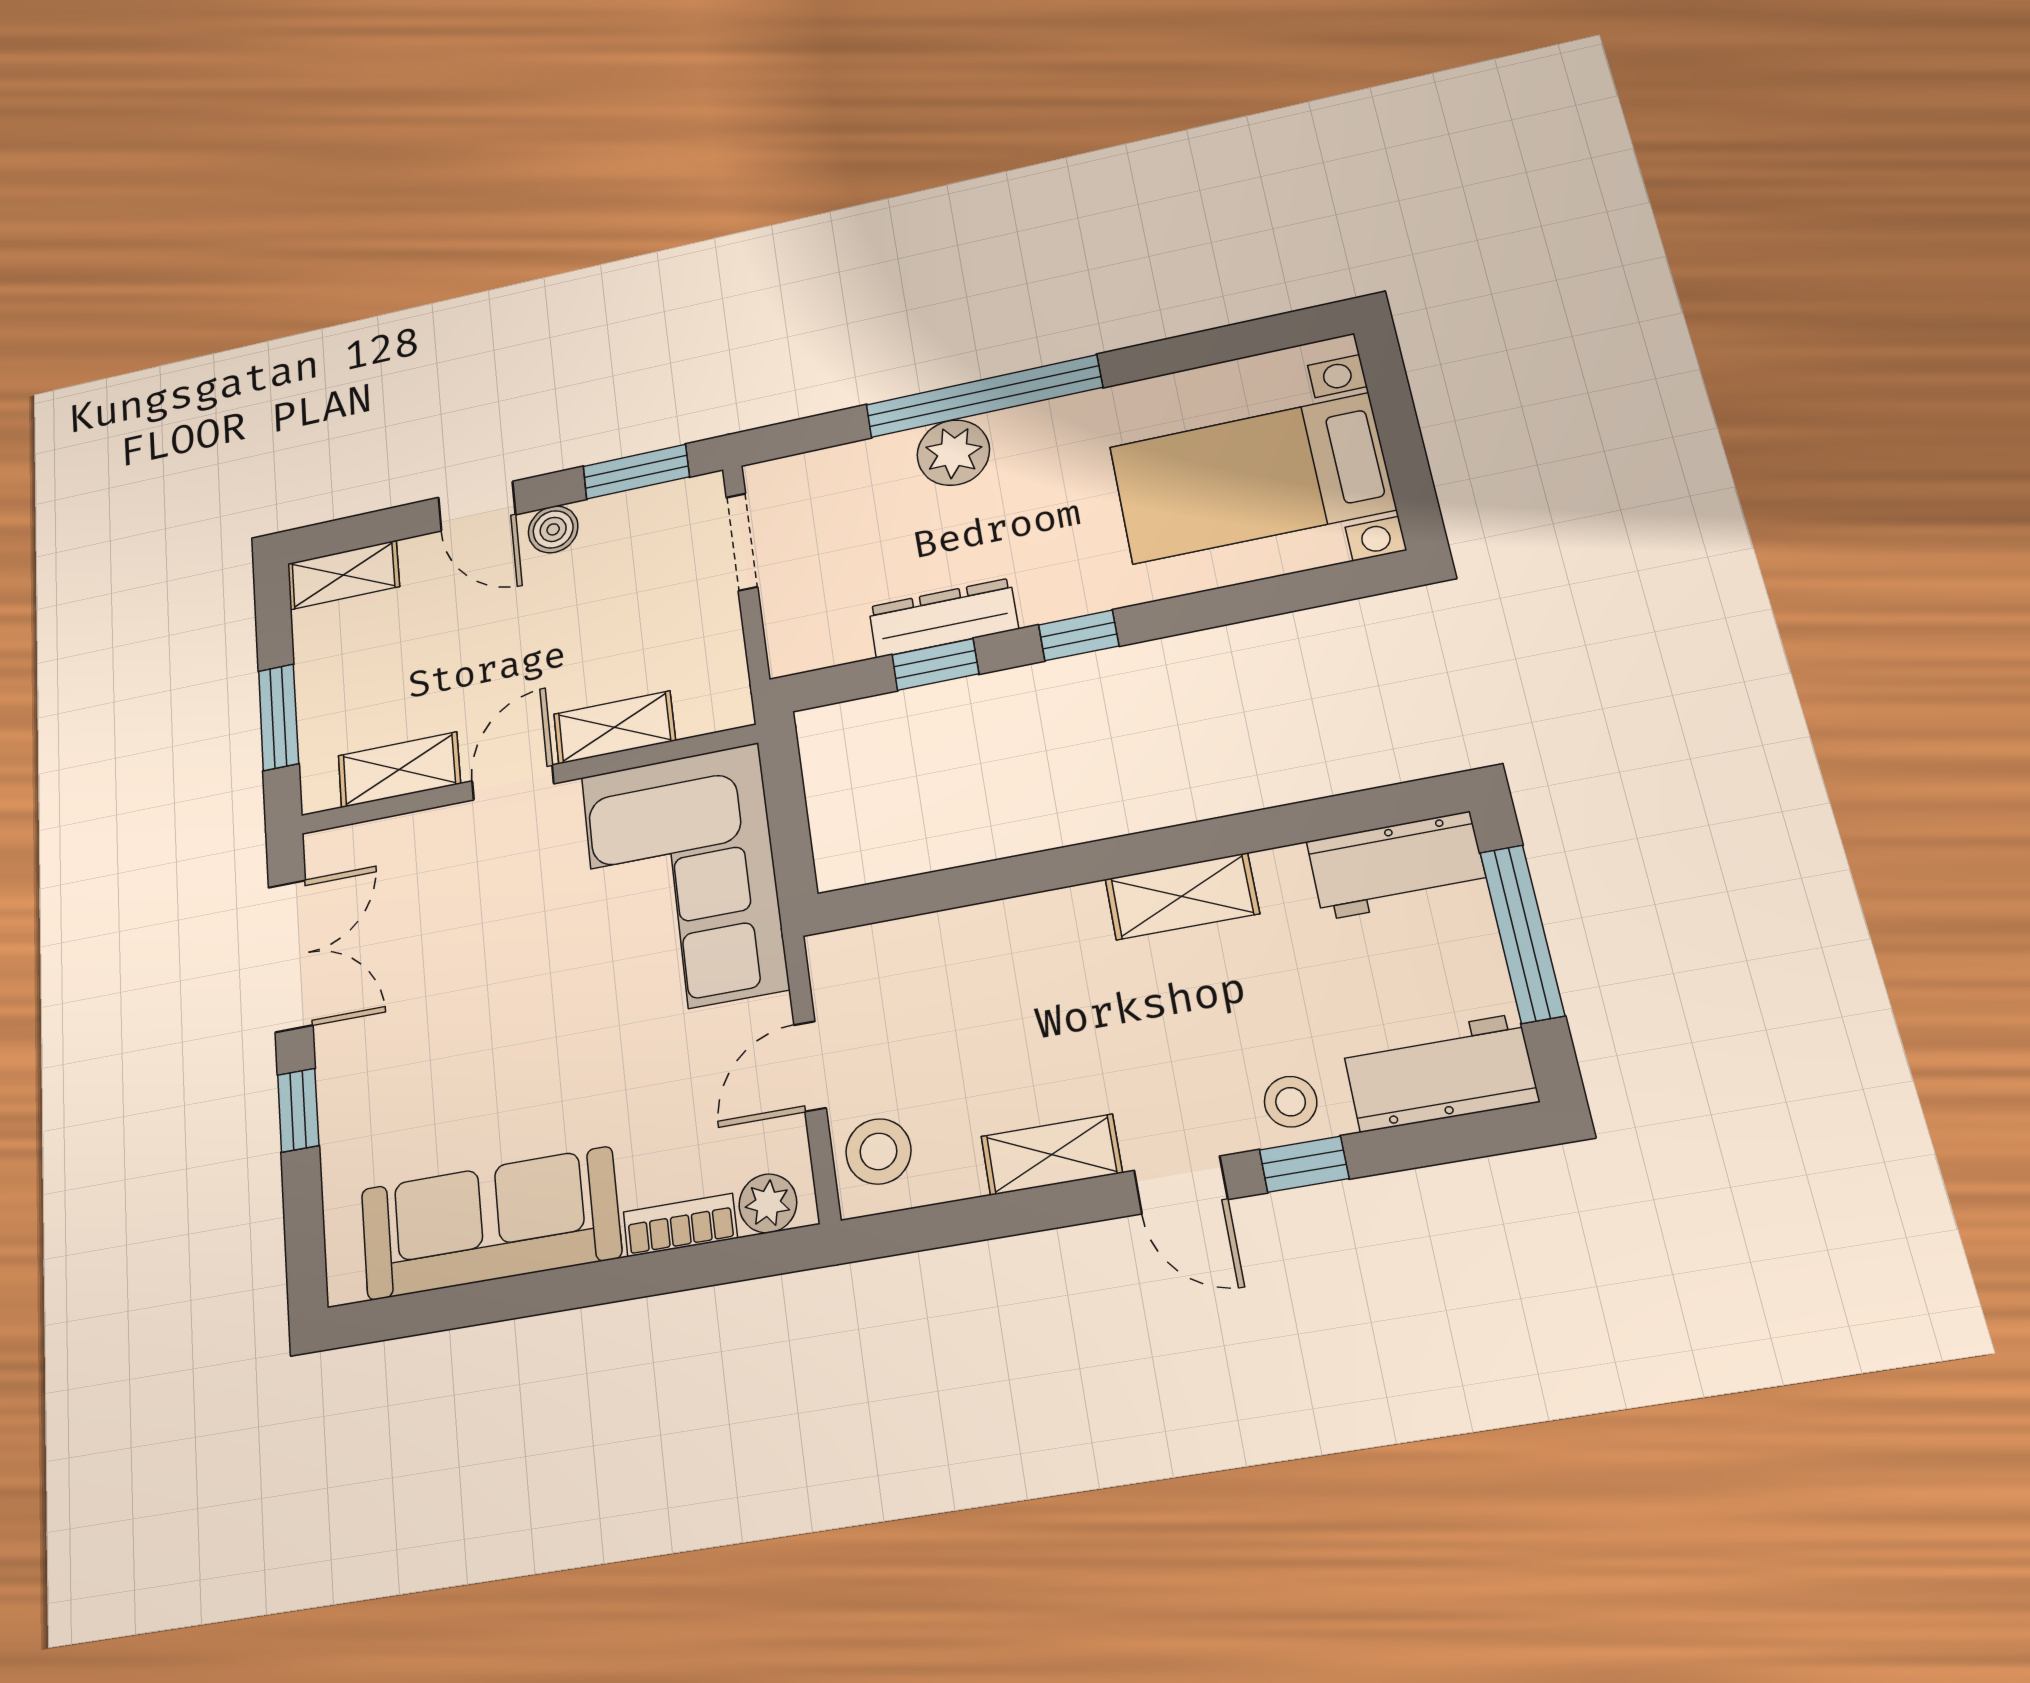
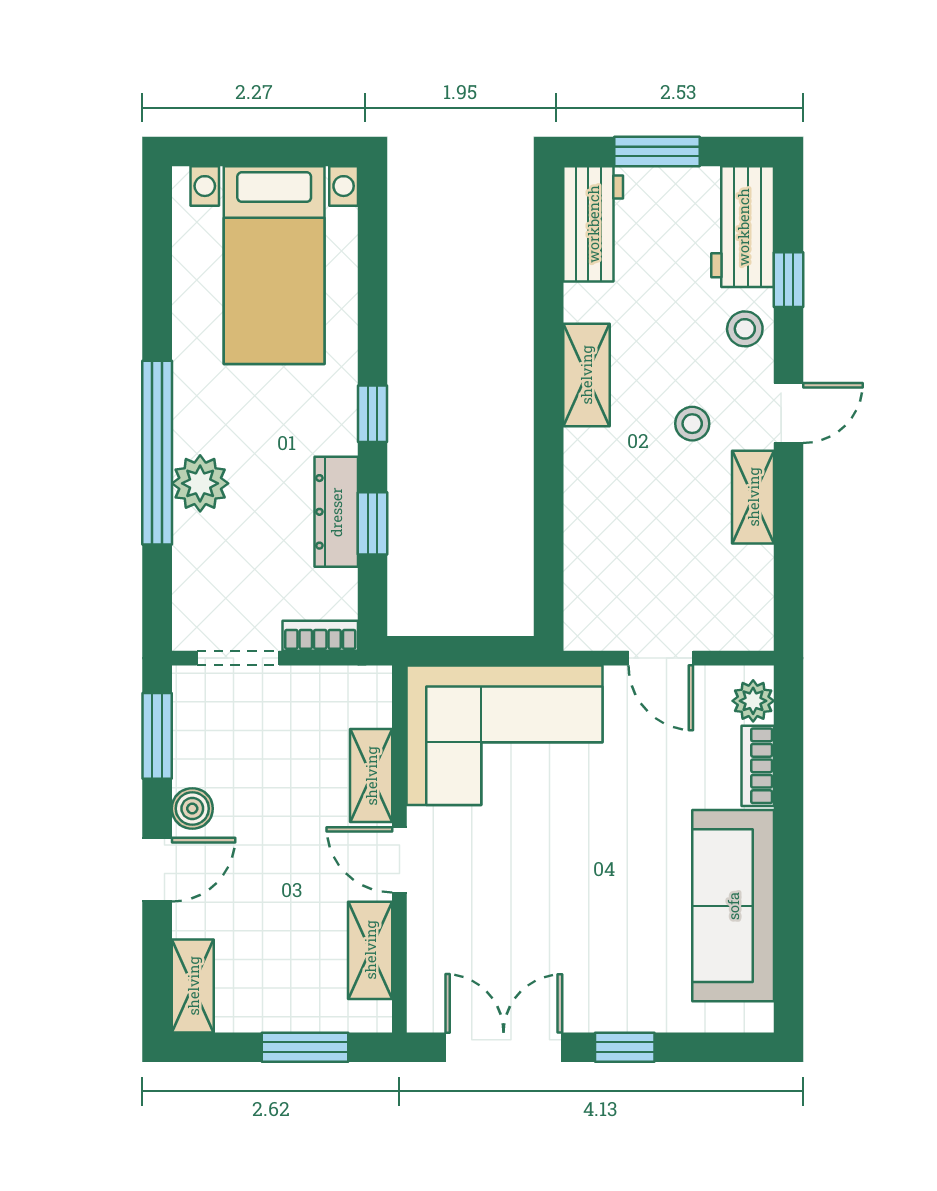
bookcase: (782, 631) -> (320, 636), added
window: (1522, 933) -> (657, 152), width x0.69
stool: (878, 1151) -> (692, 424), moved, width x0.73, depth x0.73
window: (1304, 1164) -> (788, 280), moved

